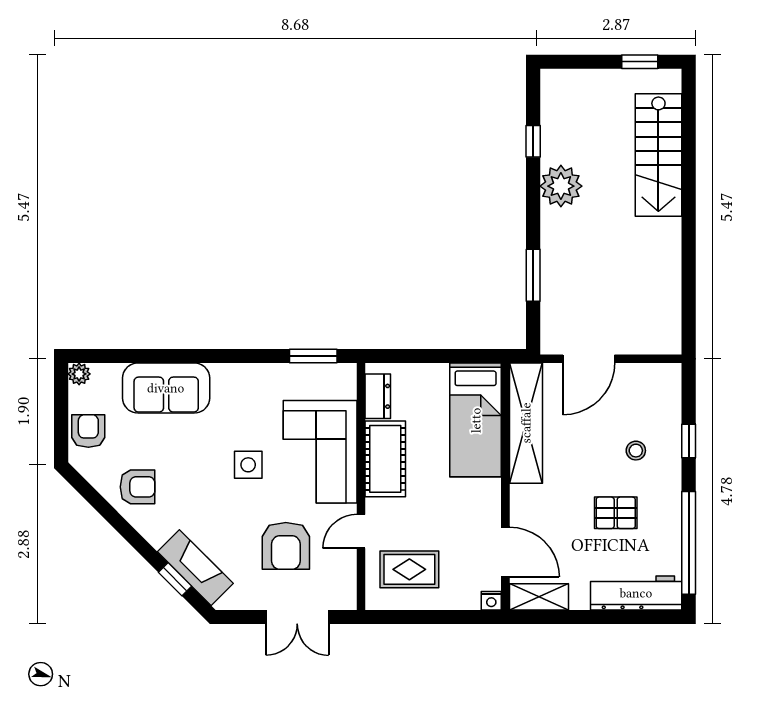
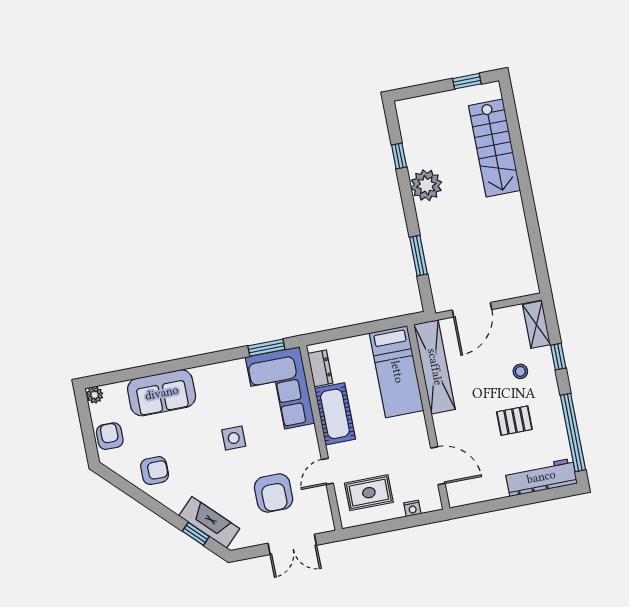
corner sofa: (320, 452) -> (280, 390), moved
shelving: (539, 597) -> (536, 325), moved, turned 90
nightstand: (491, 601) -> (412, 508), moved

